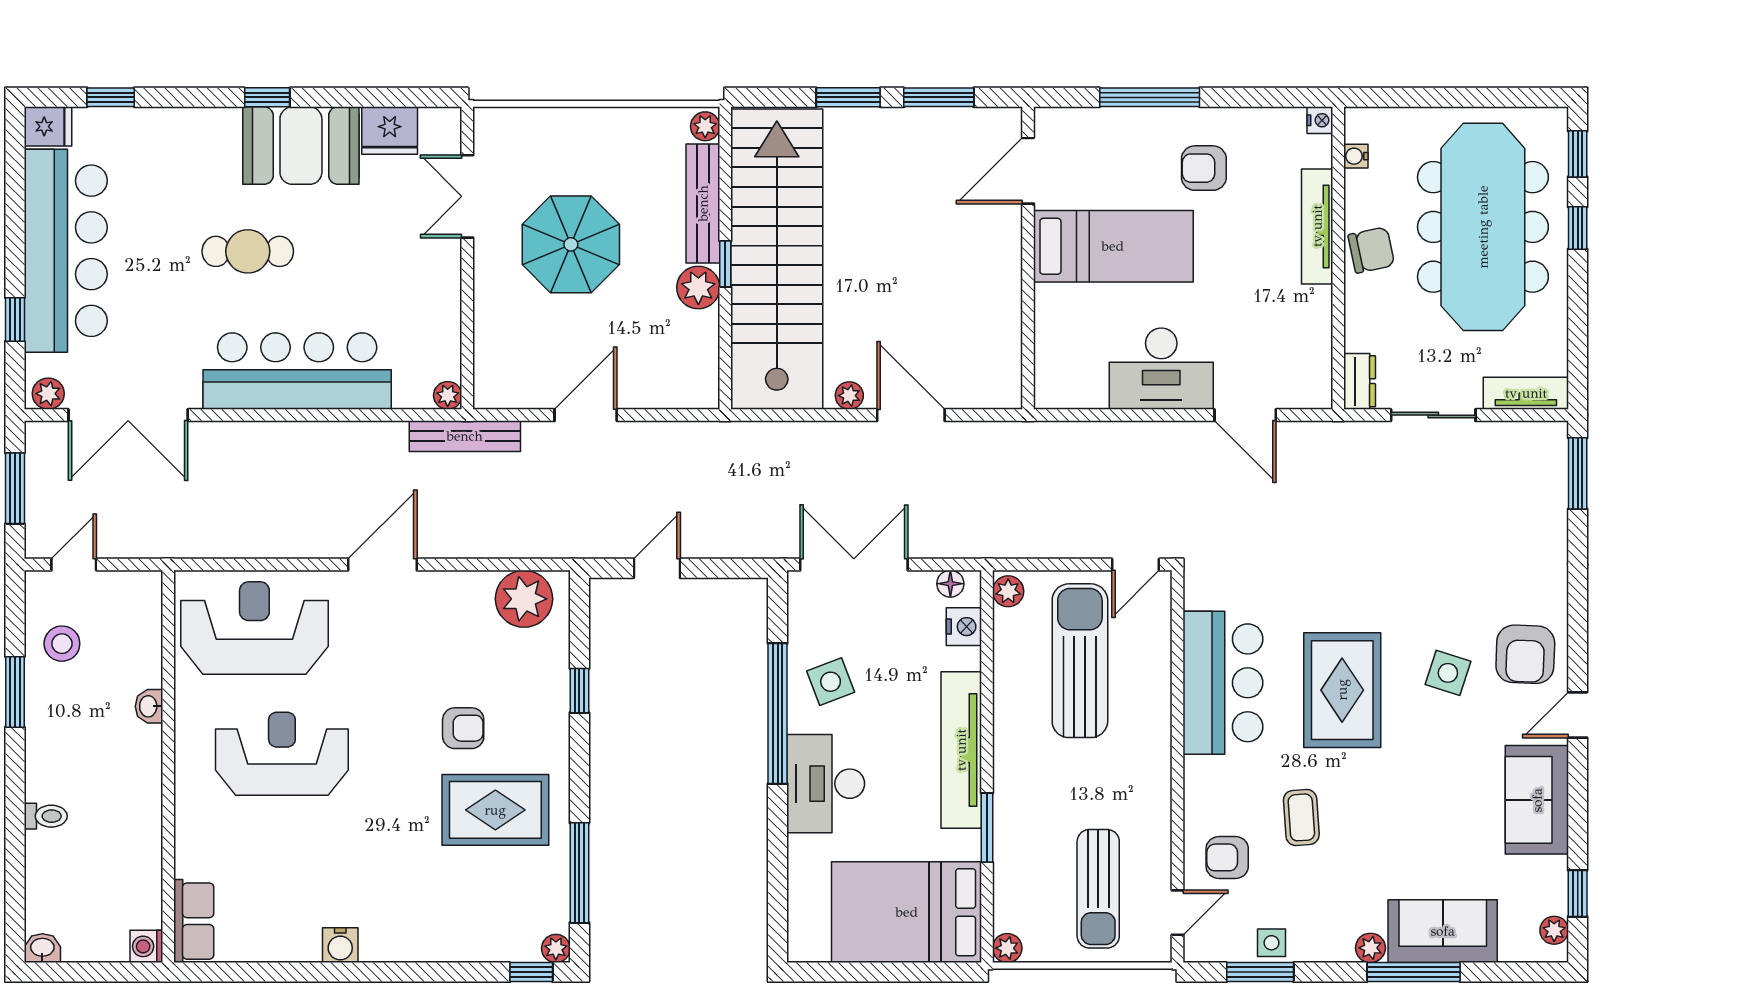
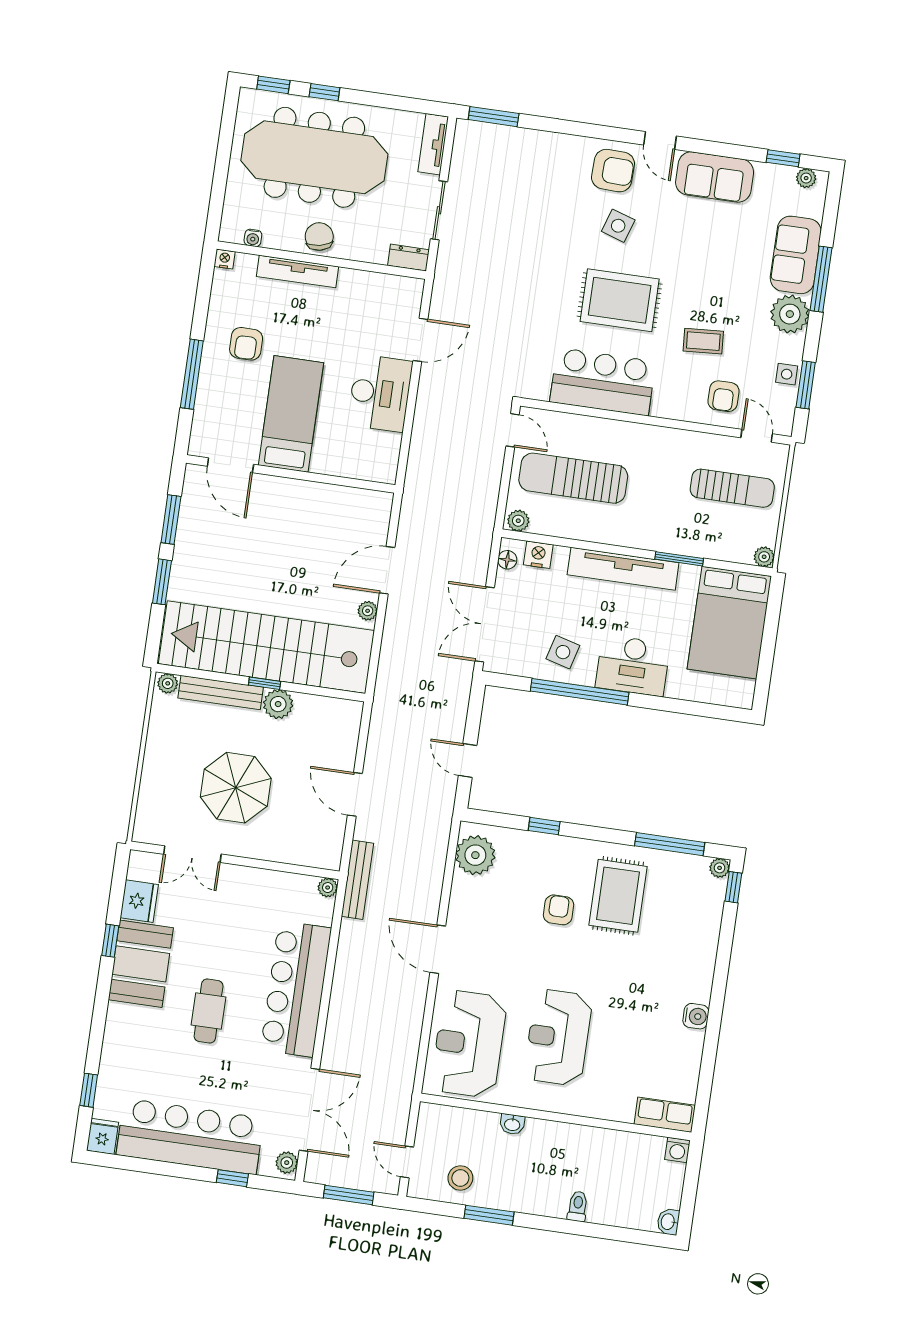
window: (267, 97) -> (110, 941), moved
side table: (831, 682) -> (563, 652), turned 36
plant: (1370, 948) -> (790, 314), width x1.87, depth x1.87

